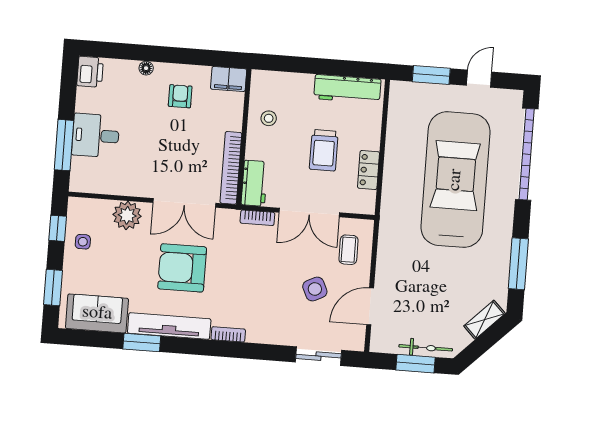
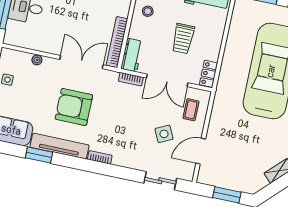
locker: (368, 170) -> (209, 74), moved
double door: (184, 203) -> (81, 62), swing flipped
plant: (127, 215) -> (37, 60), width x0.53, depth x0.53
bicycle: (426, 348) -> (235, 185), removed

